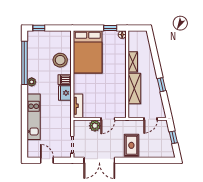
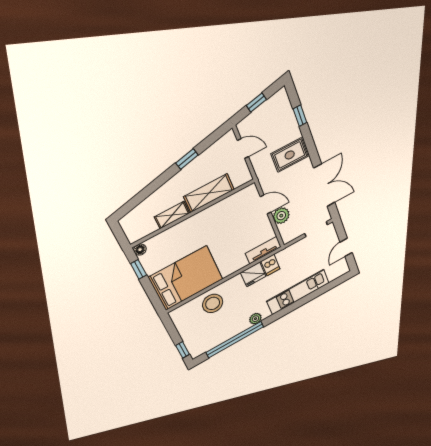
dishwasher: (65, 80) -> (270, 265), moved
window: (152, 160) -> (300, 116), added

